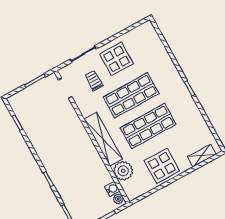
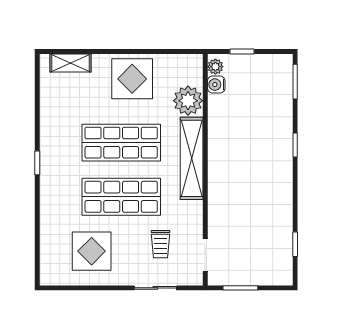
display table: (116, 59) -> (92, 251), moved

